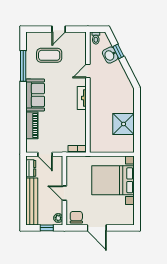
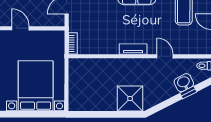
shower: (124, 124) -> (130, 99), moved
door: (64, 193) -> (20, 28), hinge flipped

